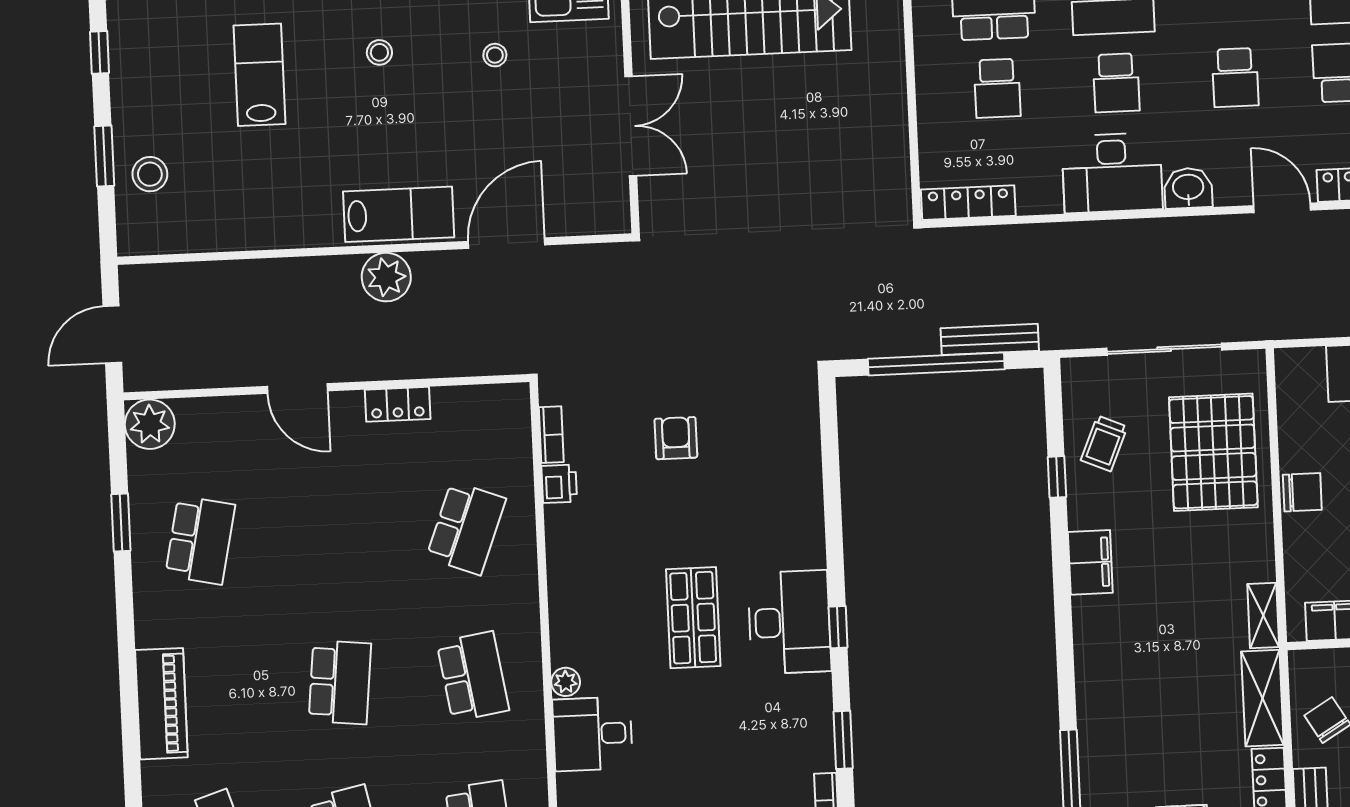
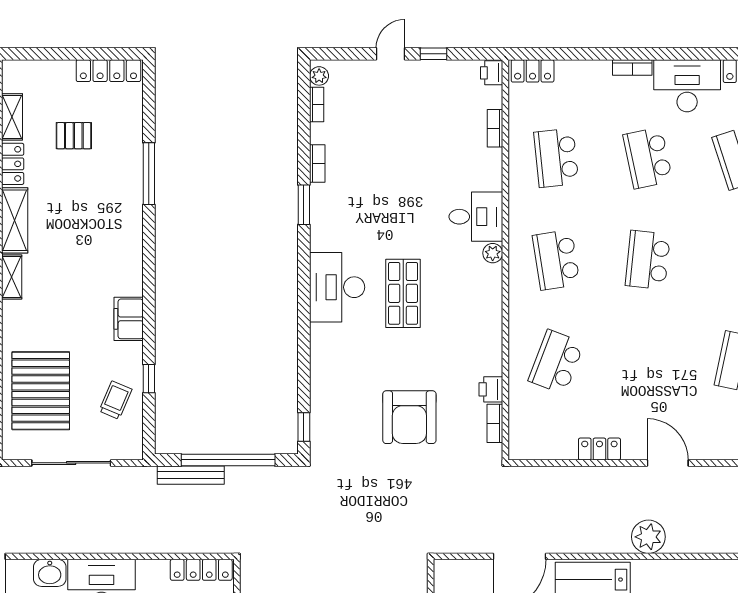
plant: (386, 277) -> (648, 537), moved
armchair: (676, 438) -> (409, 417), width x1.88, depth x1.88
window: (838, 627) -> (304, 427), moved

